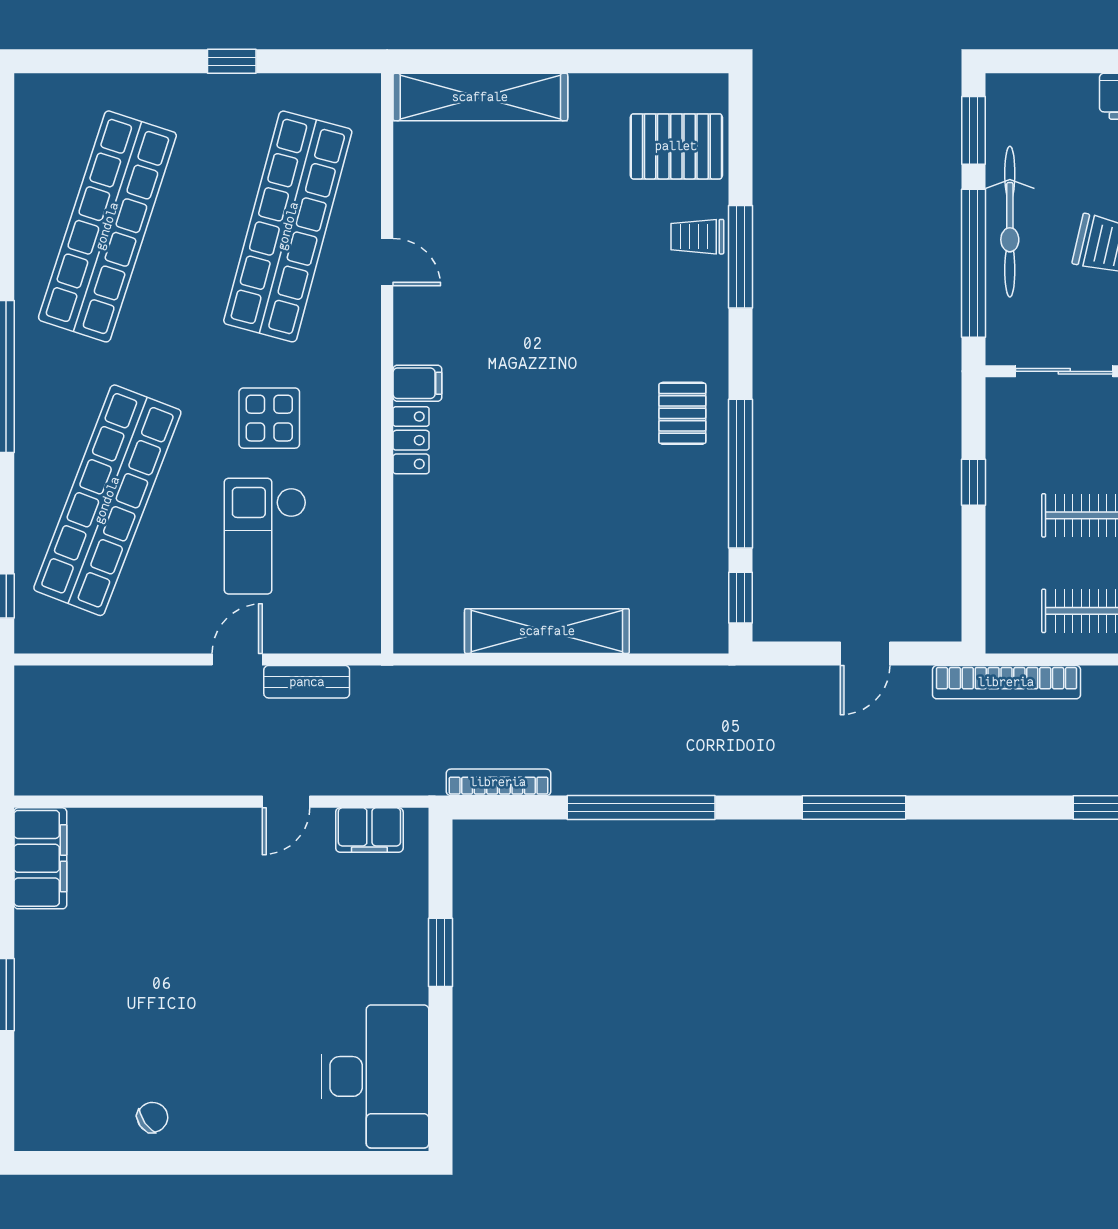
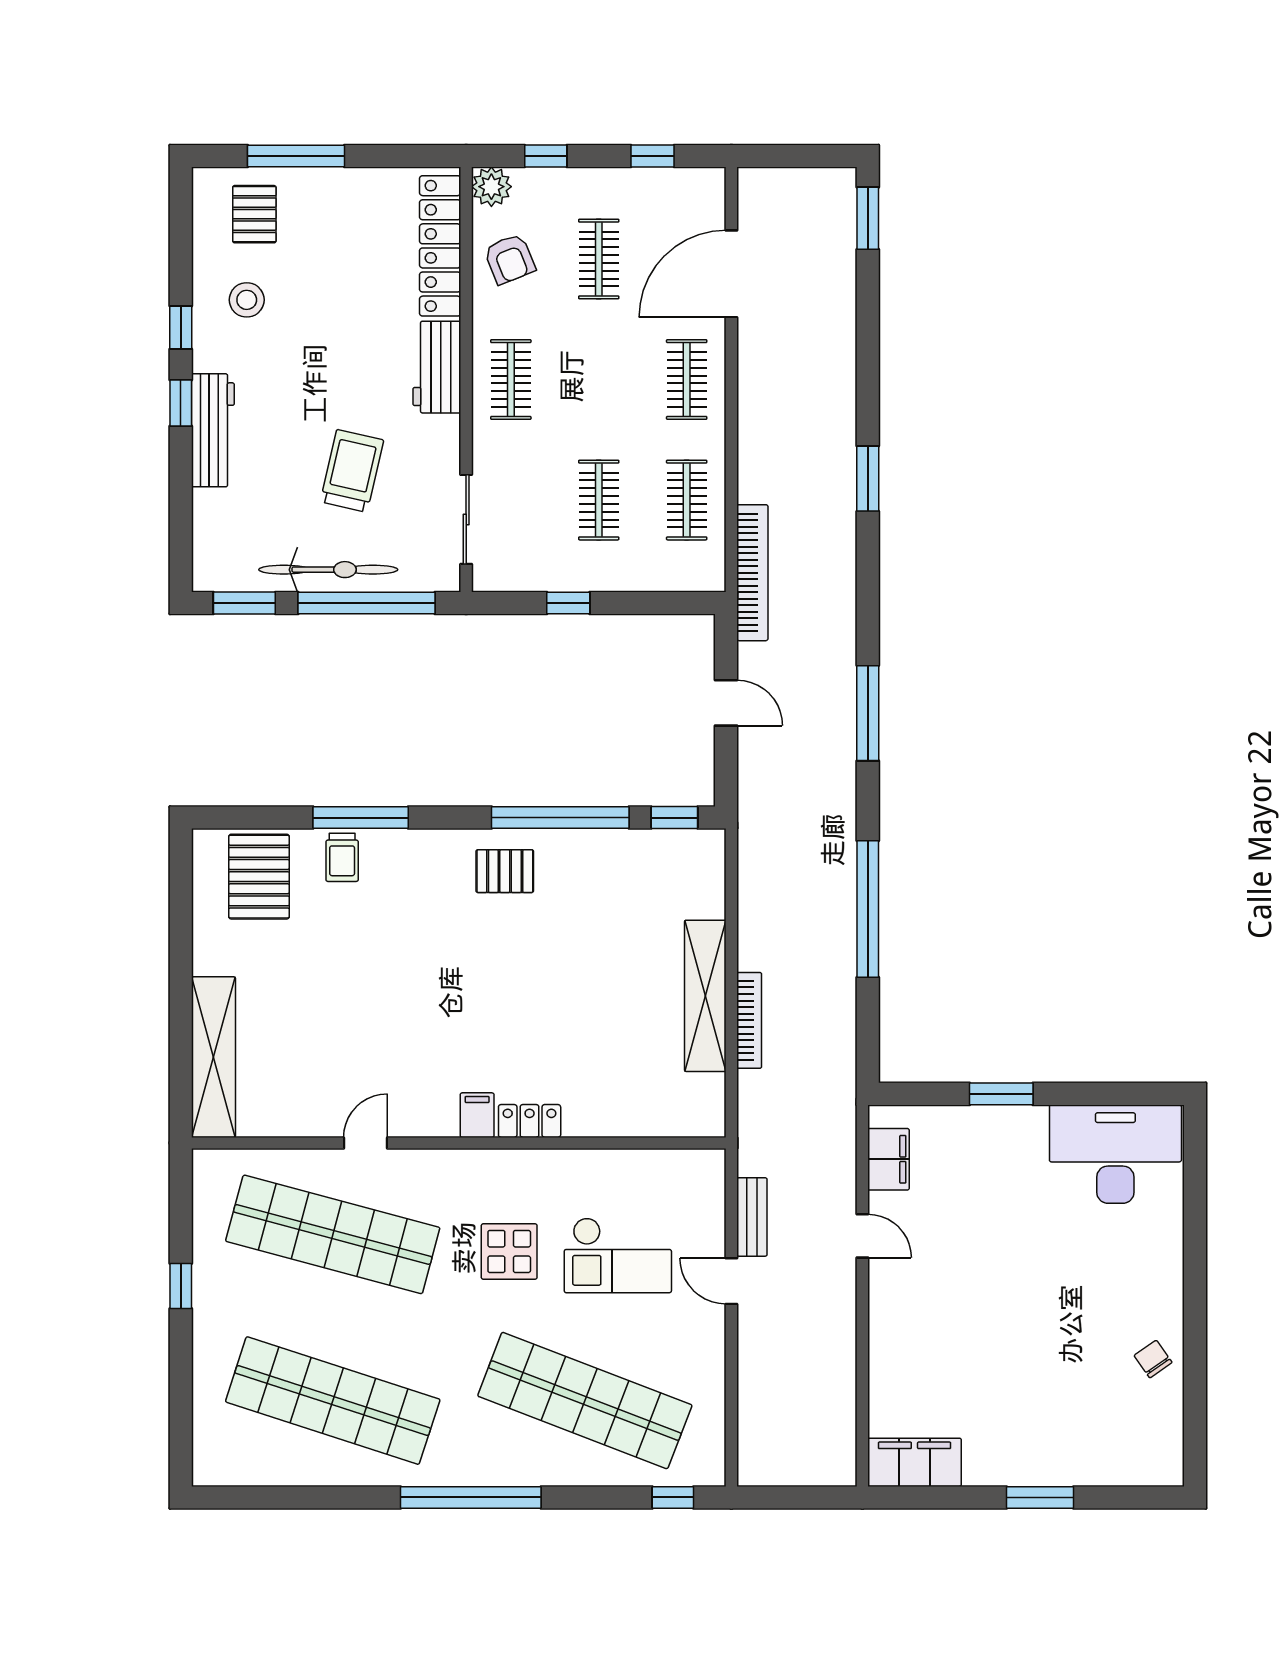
bookcase: (498, 782) -> (749, 1020), moved, turned 180

